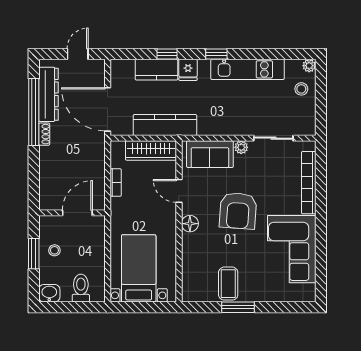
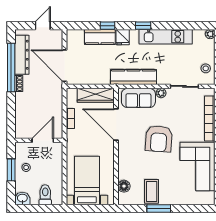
stool: (301, 89) -> (206, 68), moved
kitchen counter: (165, 125) -> (133, 77), moved
door: (179, 191) -> (116, 124), width x1.87
floor lamp: (190, 224) -> (124, 186), moved

